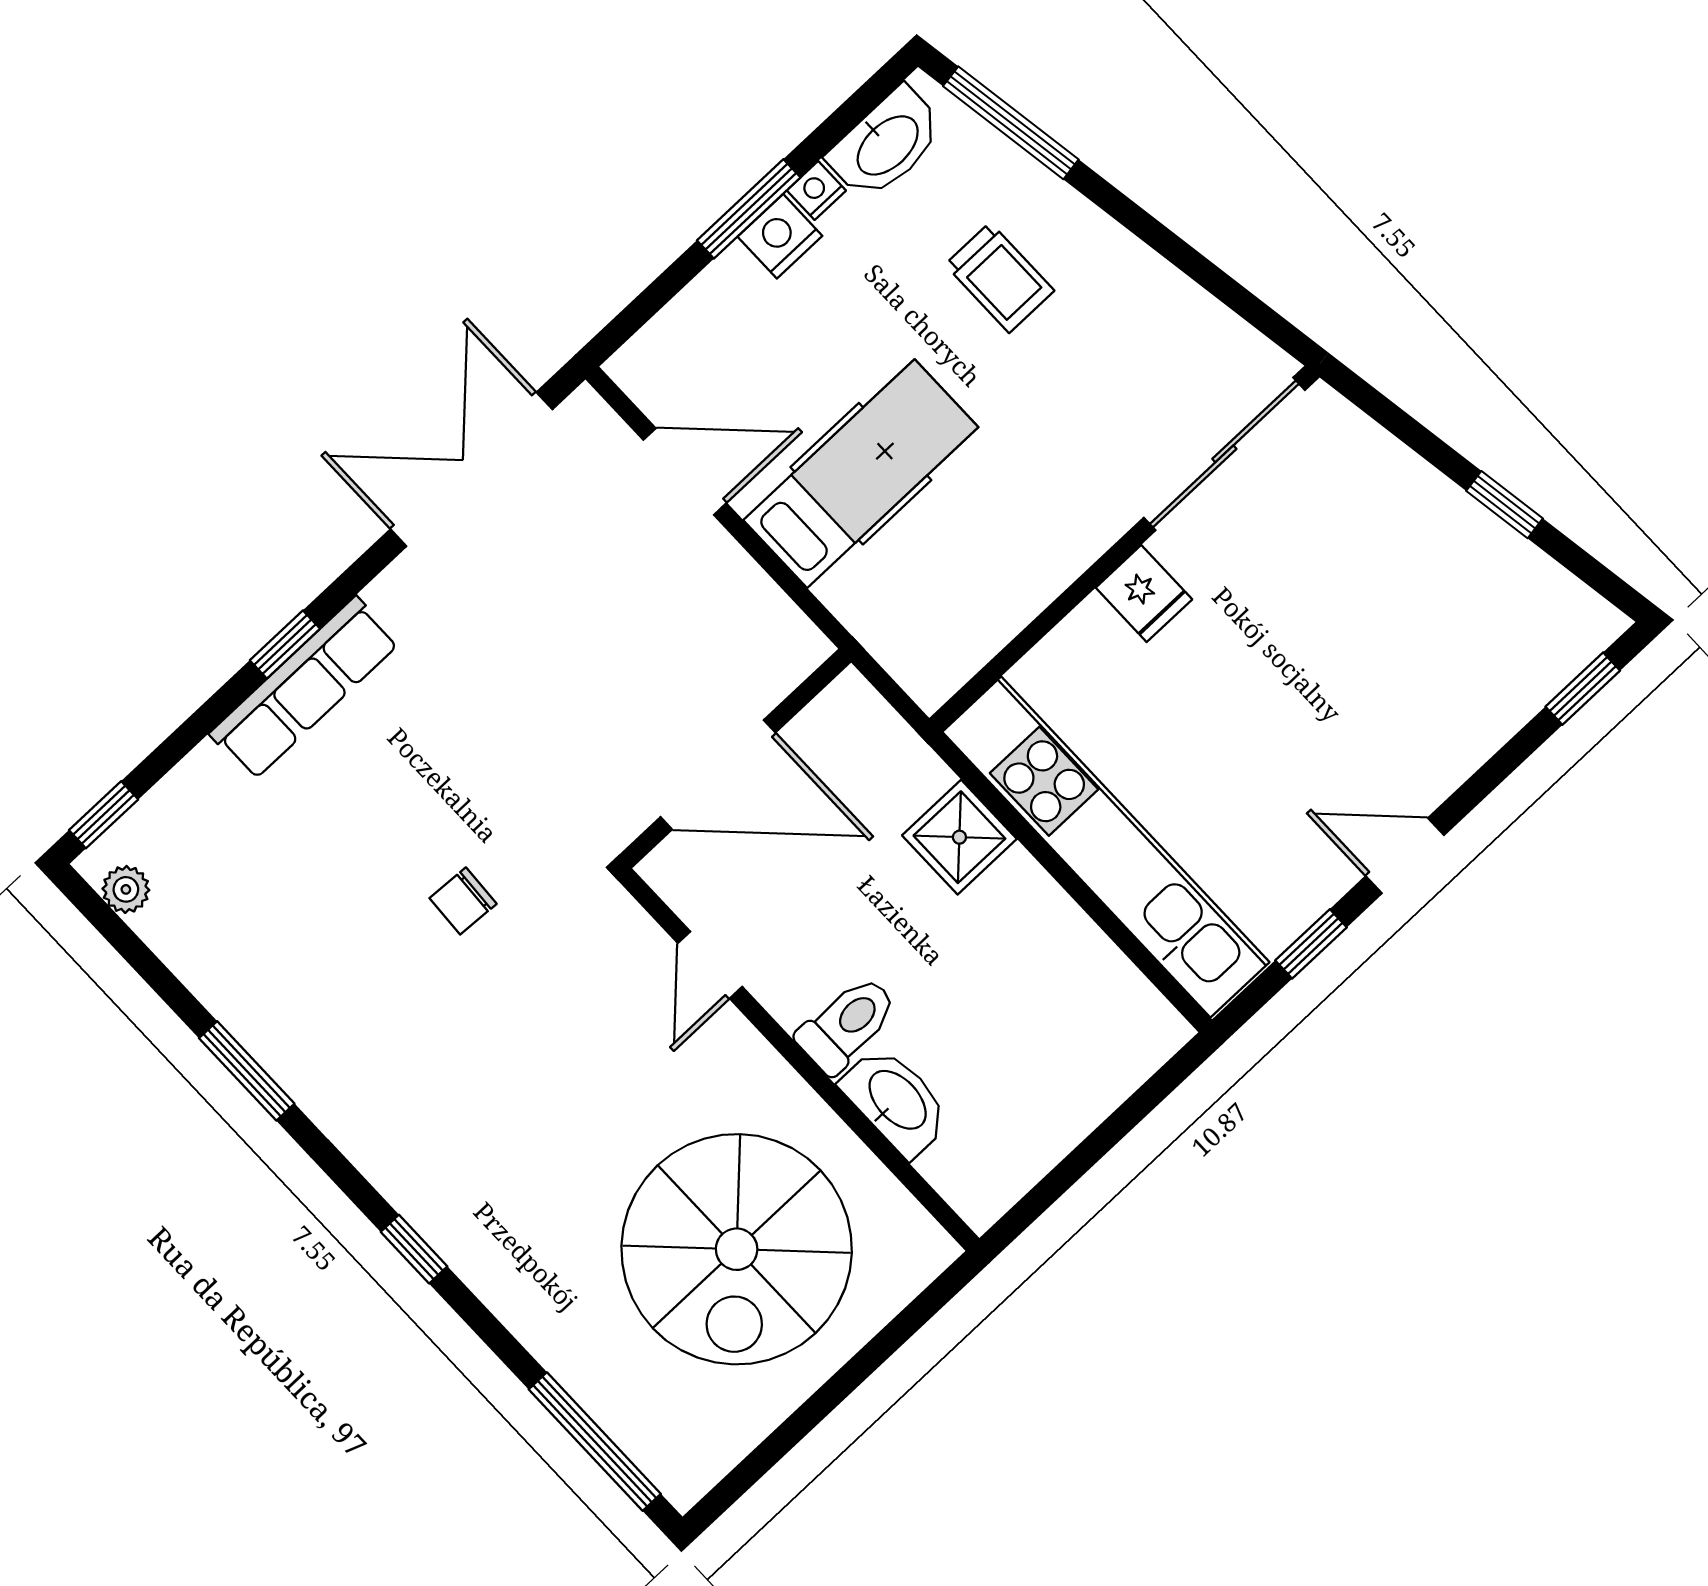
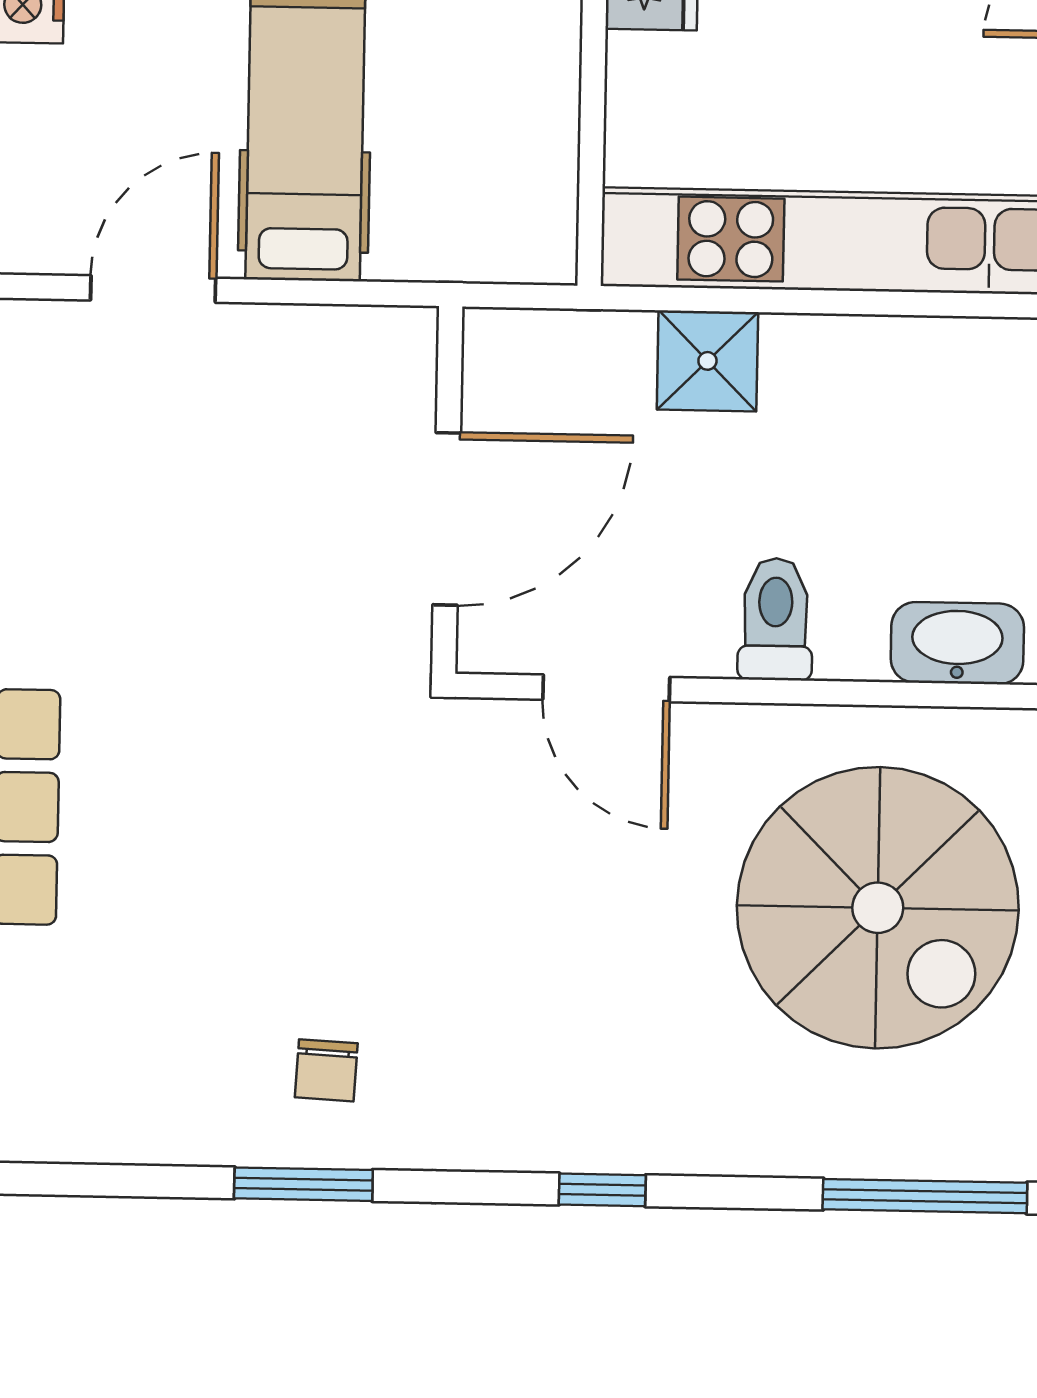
plant: (126, 889) -> (41, 1135), removed
chair: (463, 901) -> (326, 1070), moved
door: (710, 965) -> (606, 688), width x1.38
washbasin: (896, 1101) -> (957, 643), moved

